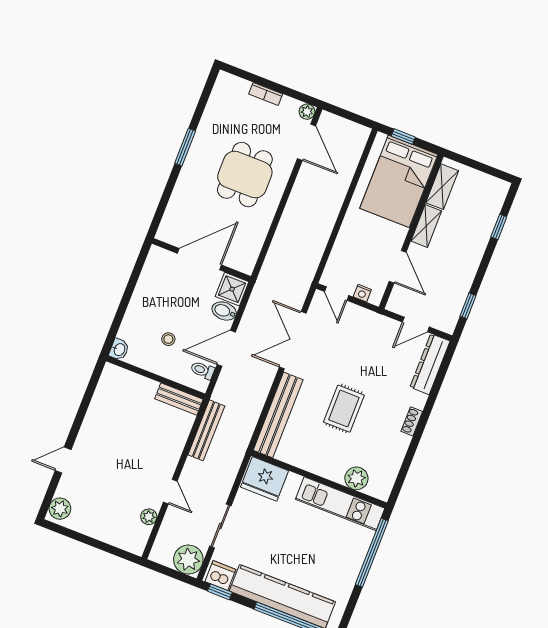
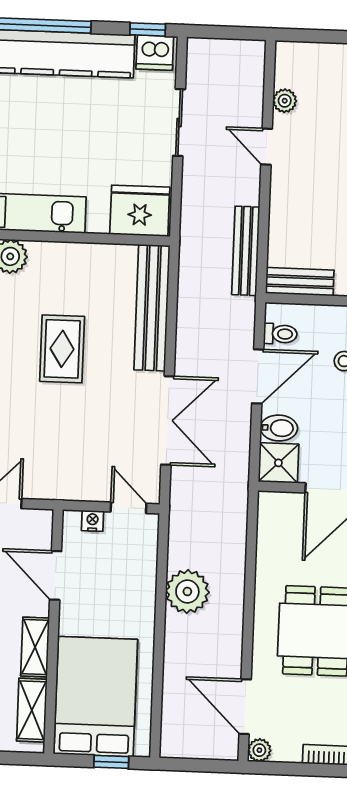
plant: (188, 560) -> (187, 591), moved

